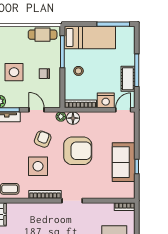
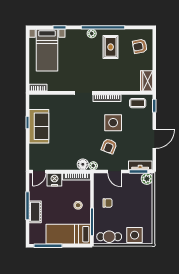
side table: (14, 72) -> (135, 235), moved
cot: (128, 79) -> (35, 212), moved
armchair: (78, 151) -> (79, 136), removed

